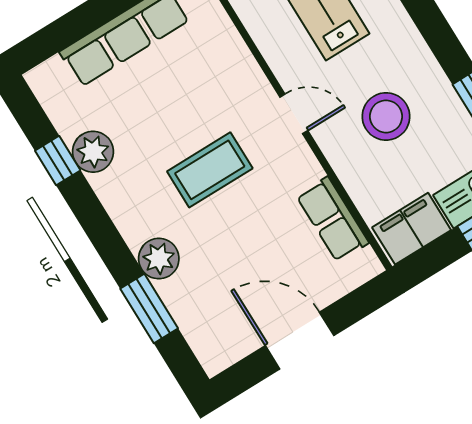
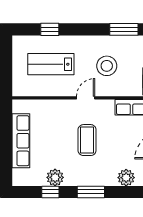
plant: (159, 259) -> (126, 178), moved
window: (149, 309) -> (91, 192), moved

